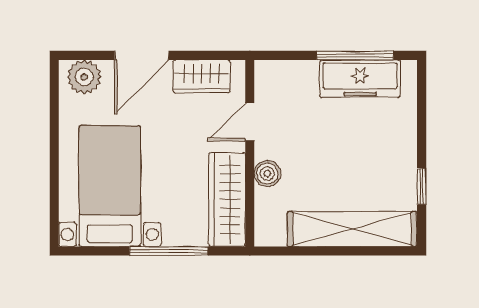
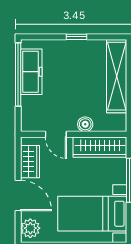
window: (355, 55) -> (18, 74), width x1.46
window: (422, 186) -> (77, 37), moved

